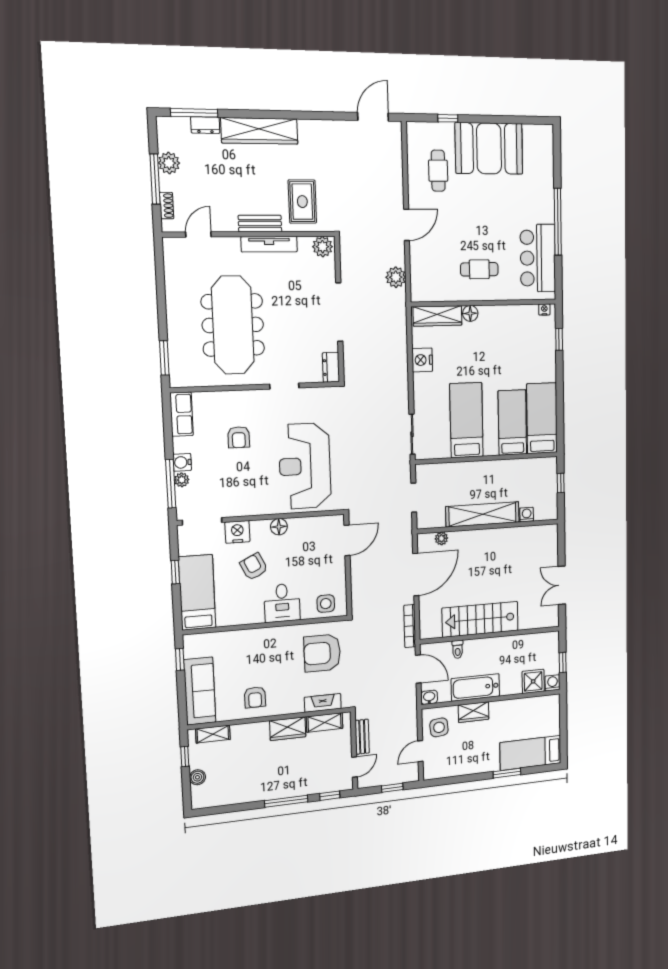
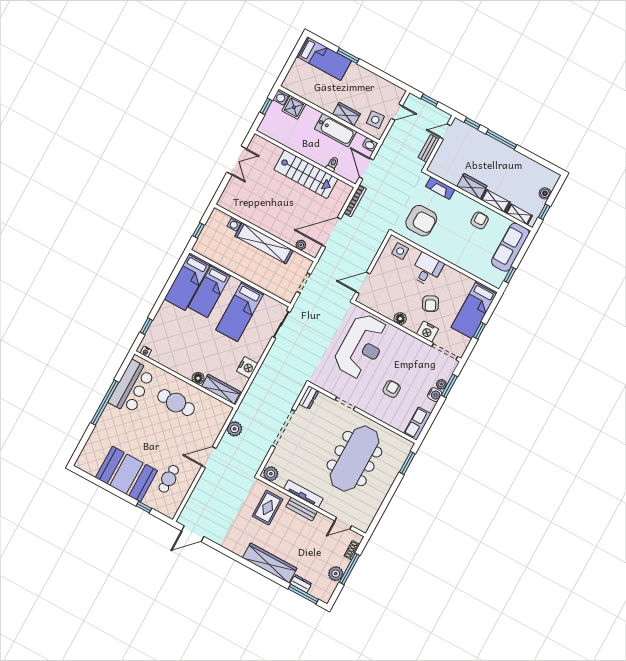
cafe table: (479, 269) -> (176, 403), width x1.37, depth x1.35
window: (171, 484) -> (449, 386), width x0.69
shelving: (325, 722) -> (496, 201), moved

